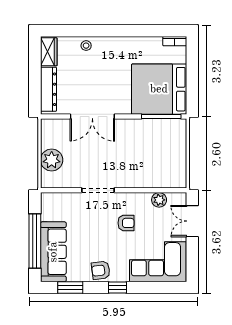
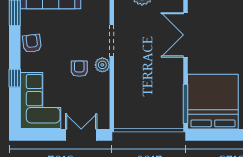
plant: (159, 200) -> (102, 65), moved
armchair: (126, 223) -> (79, 69), turned 180
window: (118, 288) -> (15, 78), moved

